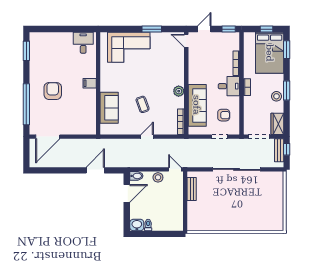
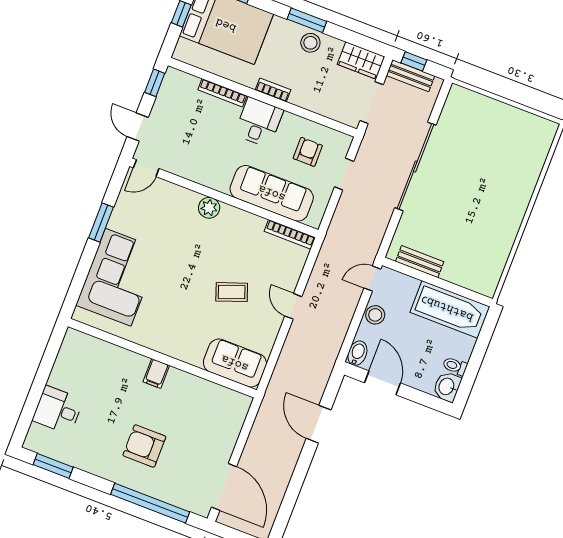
desk: (83, 43) -> (58, 410), moved
plant: (179, 91) -> (209, 208), moved
sofa: (109, 108) -> (235, 363), moved
bathtub: (174, 212) -> (450, 309), added

